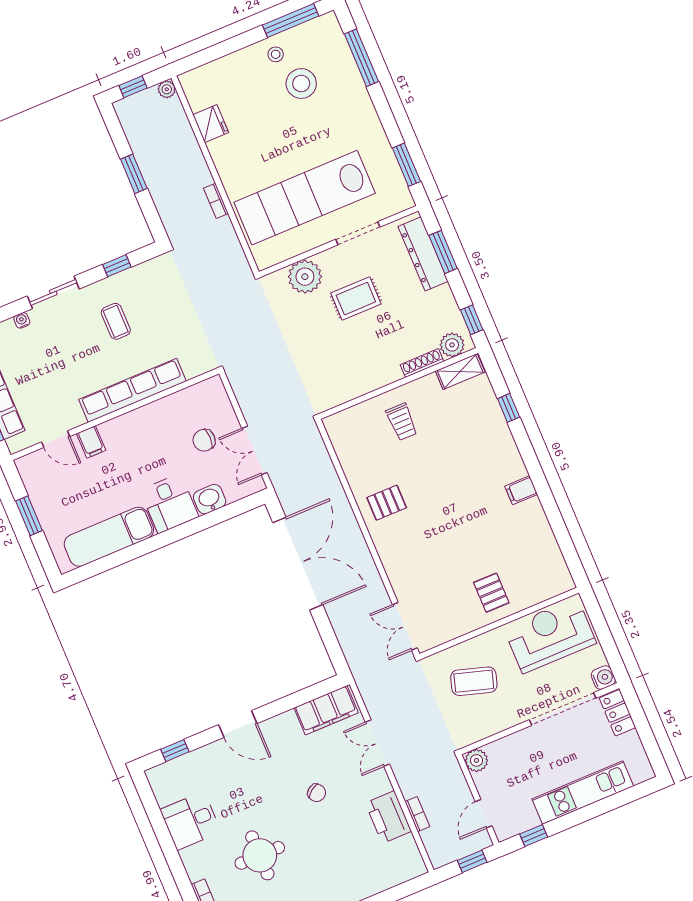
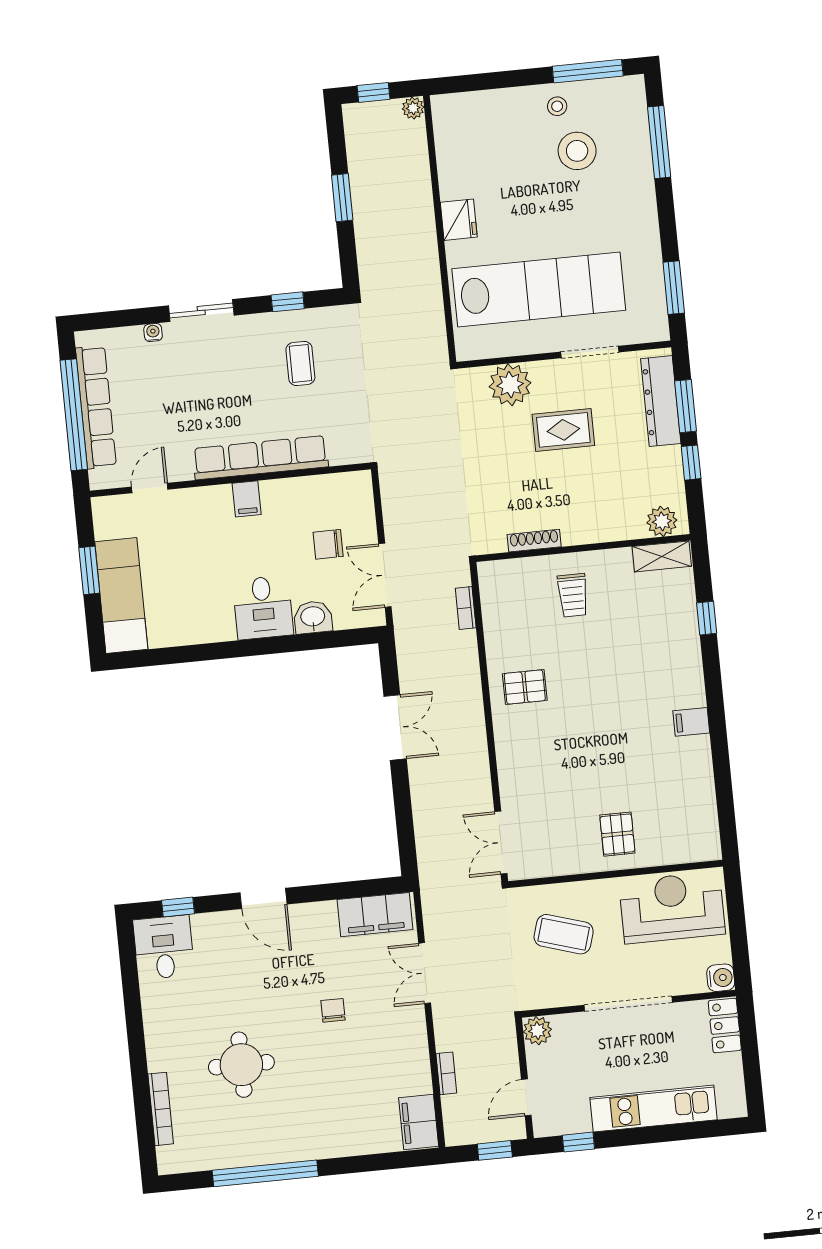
fridge: (211, 124) -> (459, 220), moved
lab bench: (305, 198) -> (539, 290), turned 180
bookcase: (216, 201) -> (466, 608), moved
window: (472, 320) -> (691, 463), moved
coffee table: (116, 321) -> (300, 363), moved
shoe rack: (422, 363) -> (534, 541), moved
door: (56, 439) -> (150, 488), swing flipped
filing cabinet: (91, 442) -> (247, 499), moved
exam couch: (109, 537) -> (121, 595), moved, turned 90
double door: (298, 564) -> (395, 728), width x0.54
doorway: (563, 709) -> (628, 1004), moved
chair: (317, 793) -> (333, 1010), turned -144
printer: (388, 817) -> (410, 1066), removed
desk: (191, 821) -> (164, 947), moved, turned 90
filing cabinet: (408, 858) -> (419, 1122), added

